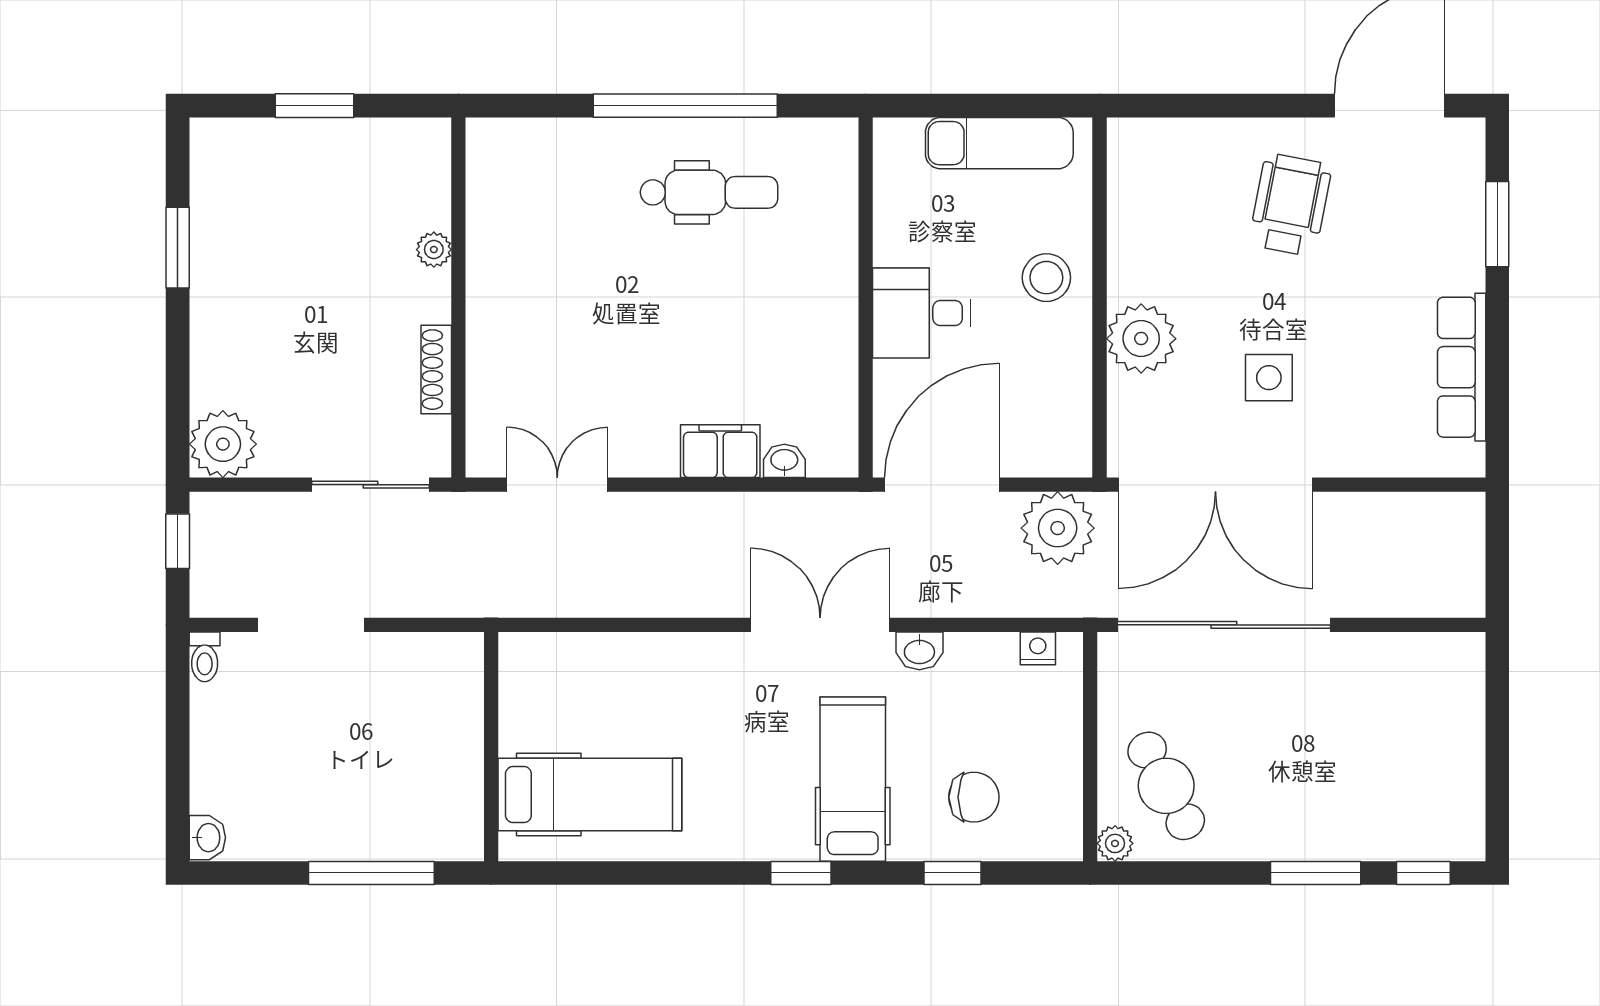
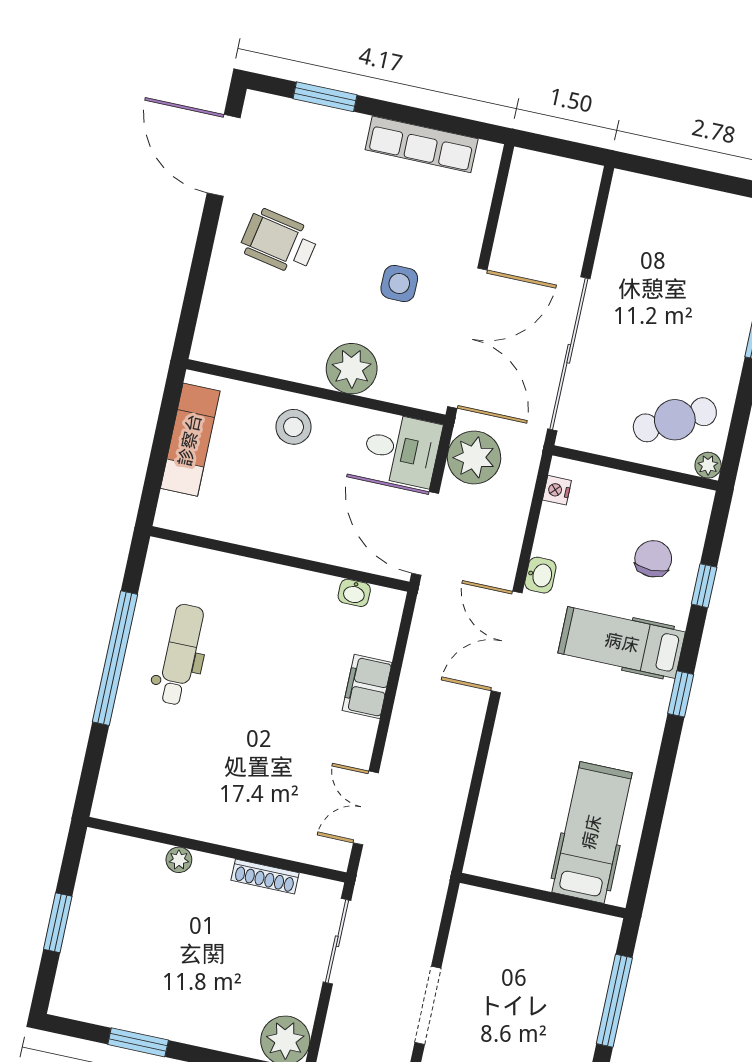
desk: (921, 313) -> (402, 450), moved, turned -90
washbasin: (784, 461) -> (354, 593), moved, turned -90

